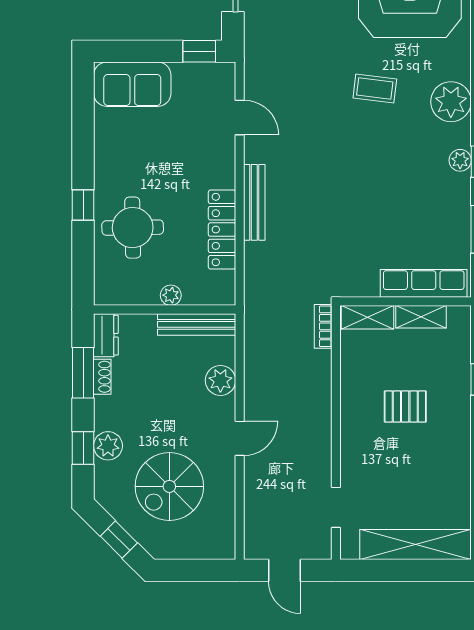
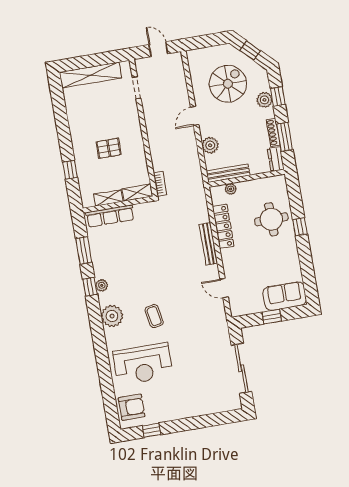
window: (199, 51) -> (272, 317), moved
coffee table: (375, 88) -> (154, 316), turned 72
plant: (171, 295) -> (231, 189), moved
shoe rack: (102, 377) -> (273, 132), width x1.43

